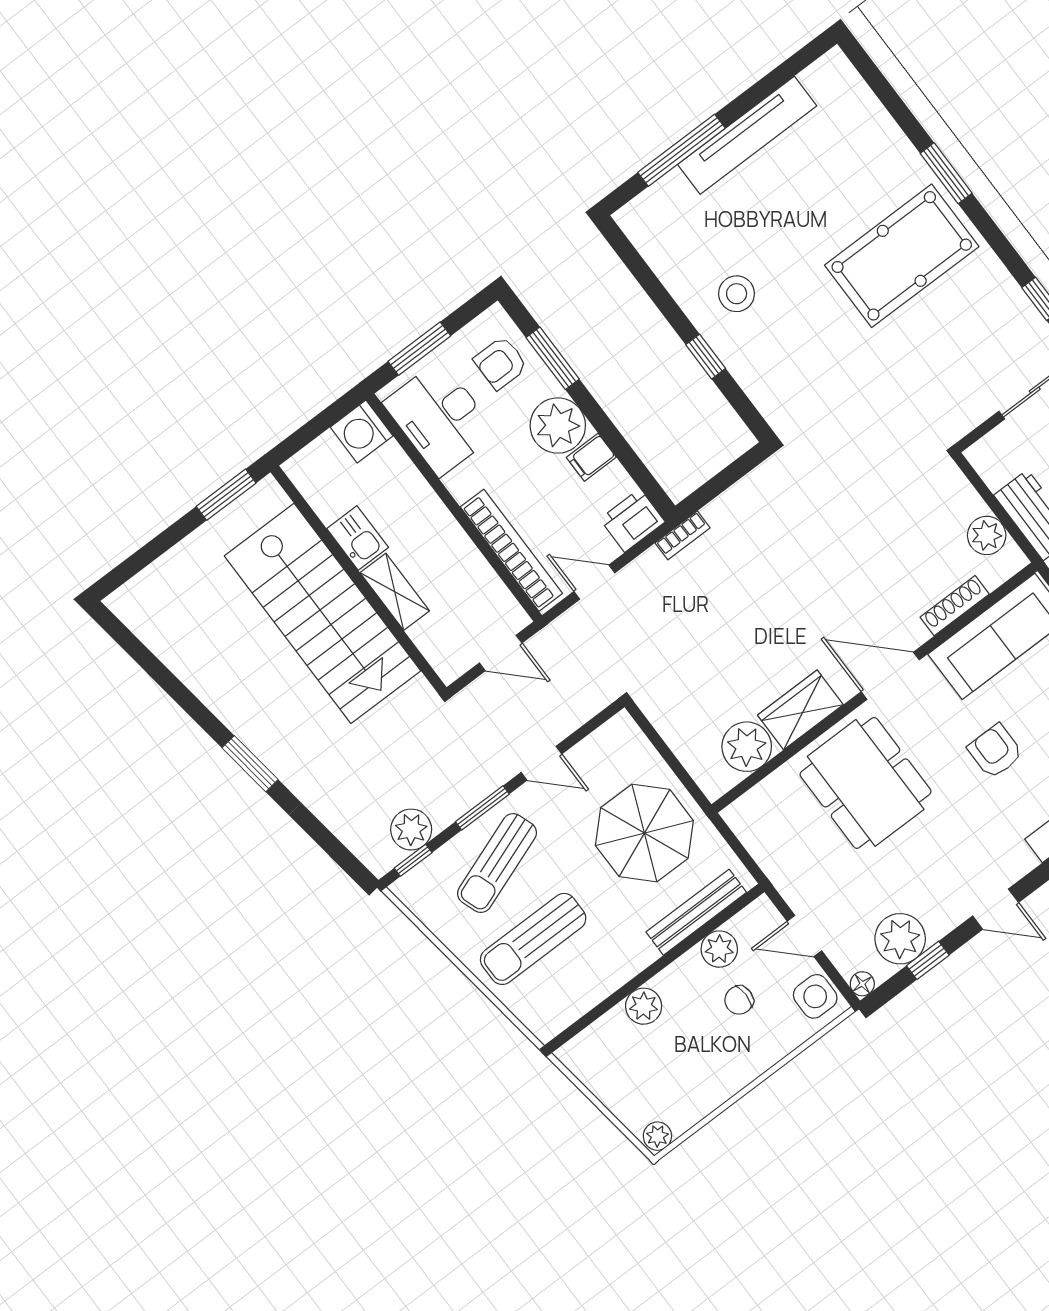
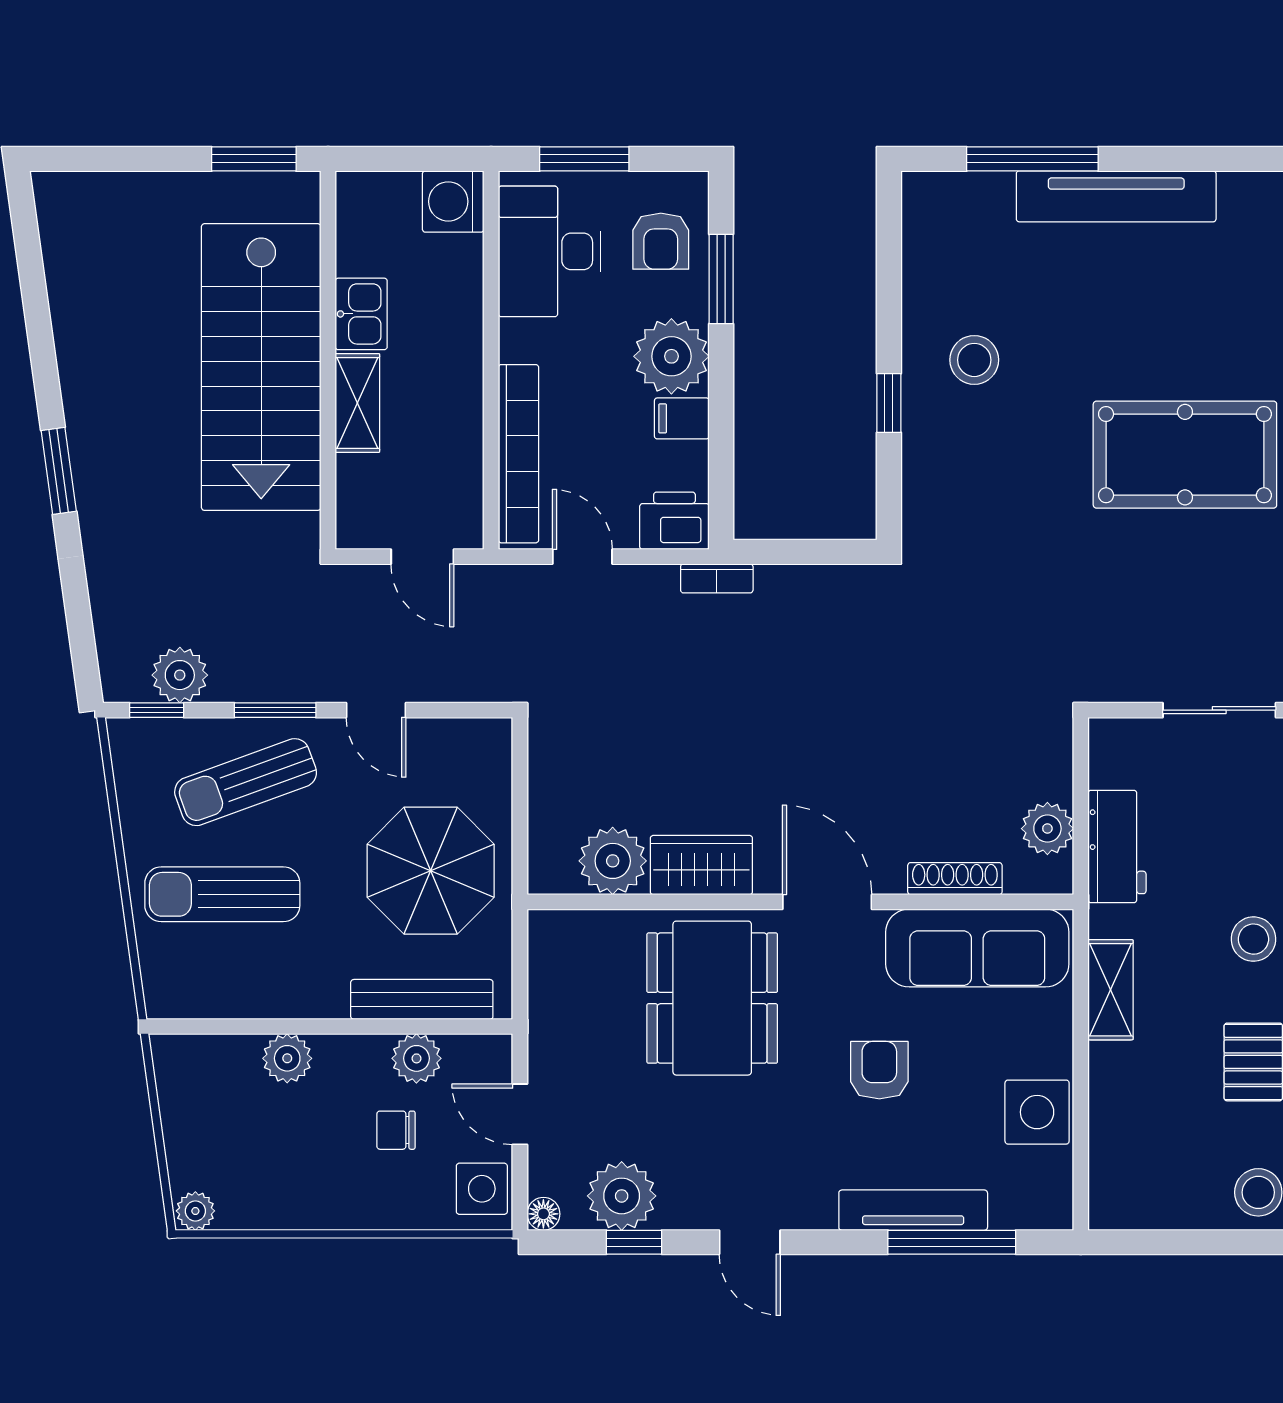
armchair: (501, 363) -> (661, 241), turned -90

